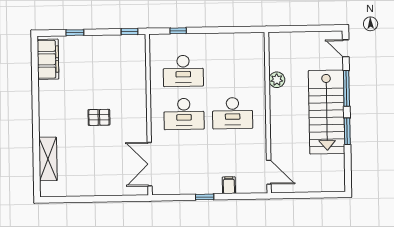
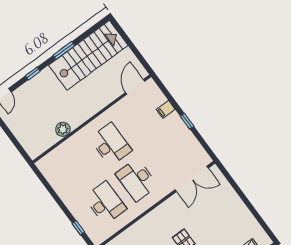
window: (346, 88) -> (33, 73), width x0.46
stairs: (327, 112) -> (88, 55), moved
desk: (184, 114) -> (137, 180), turned 180

